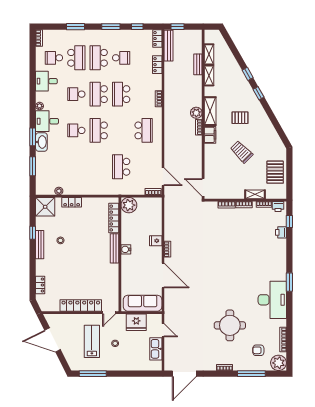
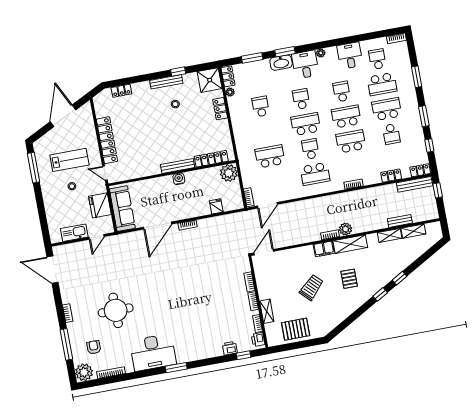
school desk: (121, 130) -> (310, 149), added
school desk: (76, 167) -> (261, 107), added
locker: (45, 190) -> (228, 76), added
fridge: (156, 241) -> (216, 206), moved

